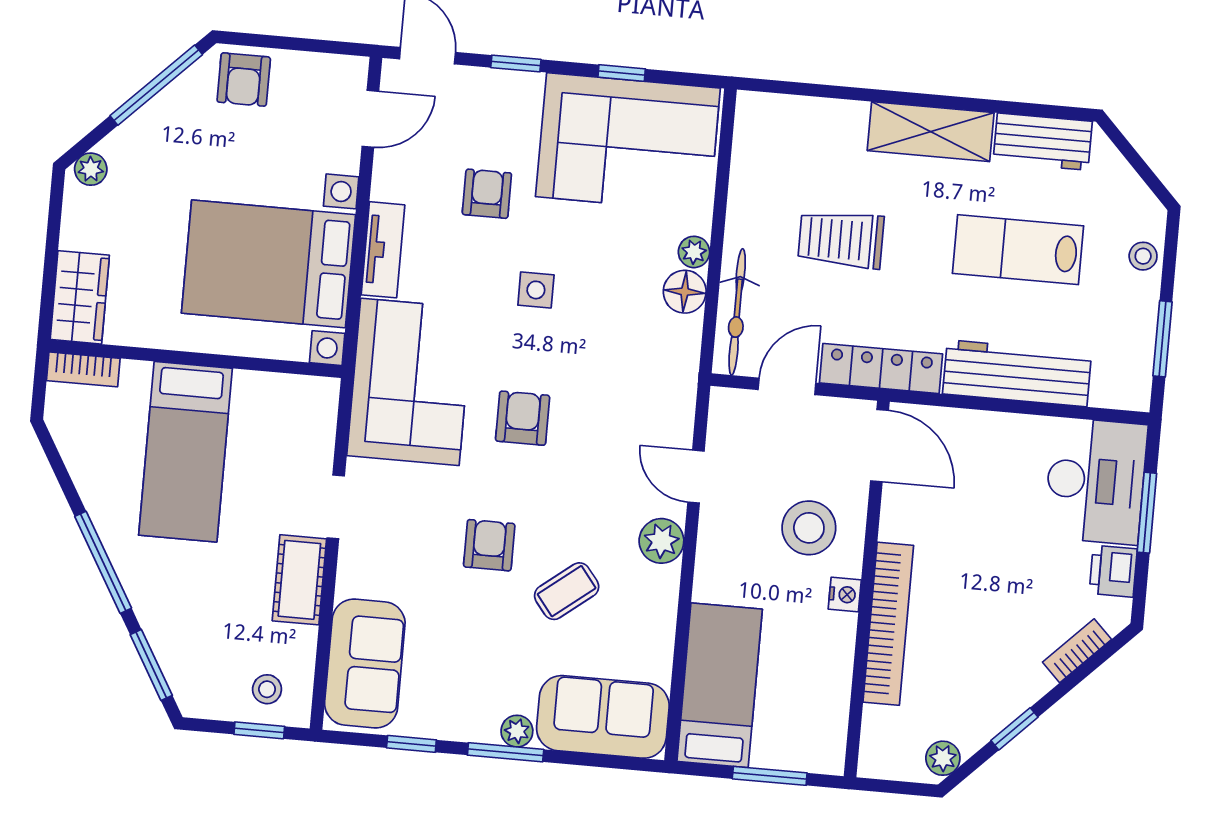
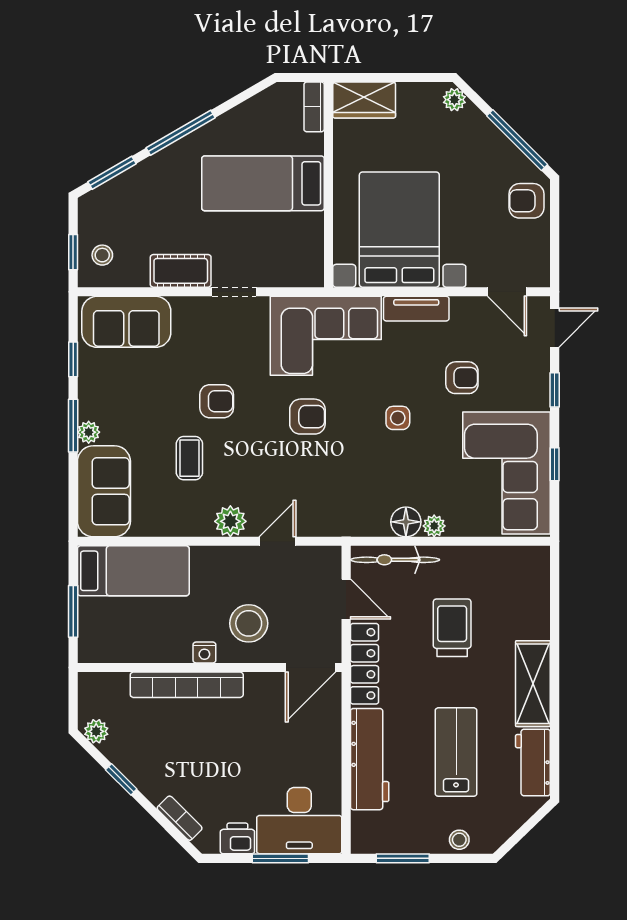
coffee table: (567, 591) -> (189, 458), turned 38

